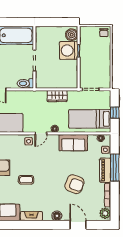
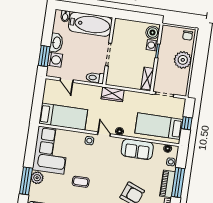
washing machine: (69, 50) -> (152, 45), width x0.53, depth x0.53
plant: (103, 56) -> (183, 60), added
shelving: (73, 77) -> (147, 79), added
wardrobe: (57, 96) -> (113, 94), moved
door: (41, 133) -> (104, 134), swing flipped

